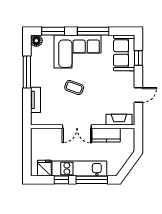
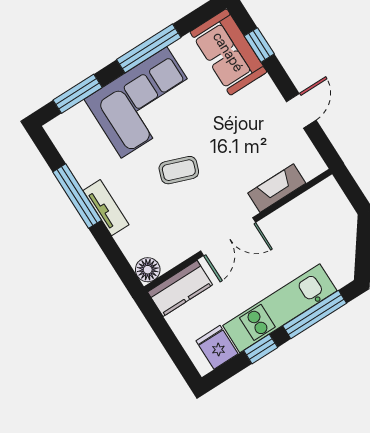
floor lamp: (36, 41) -> (148, 270), moved
tv unit: (35, 100) -> (106, 208), moved
fireplace: (119, 120) -> (277, 188), moved
kitchen counter: (106, 135) -> (180, 288), moved

